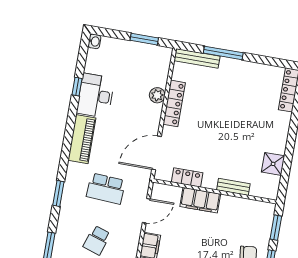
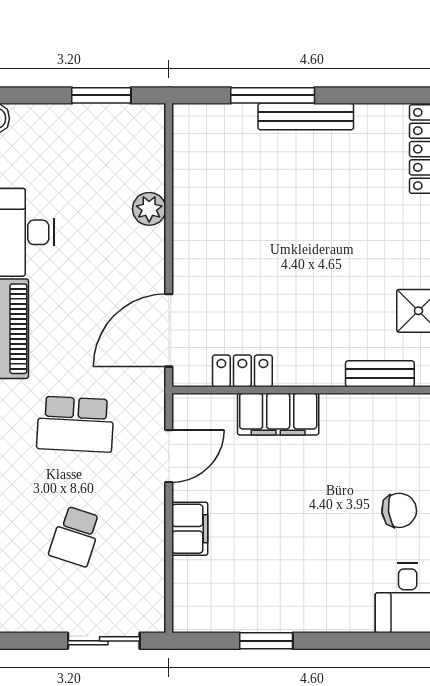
bench: (197, 58) -> (306, 117), moved
locker: (174, 103) -> (188, 220), removed
bench: (233, 187) -> (380, 374), moved

